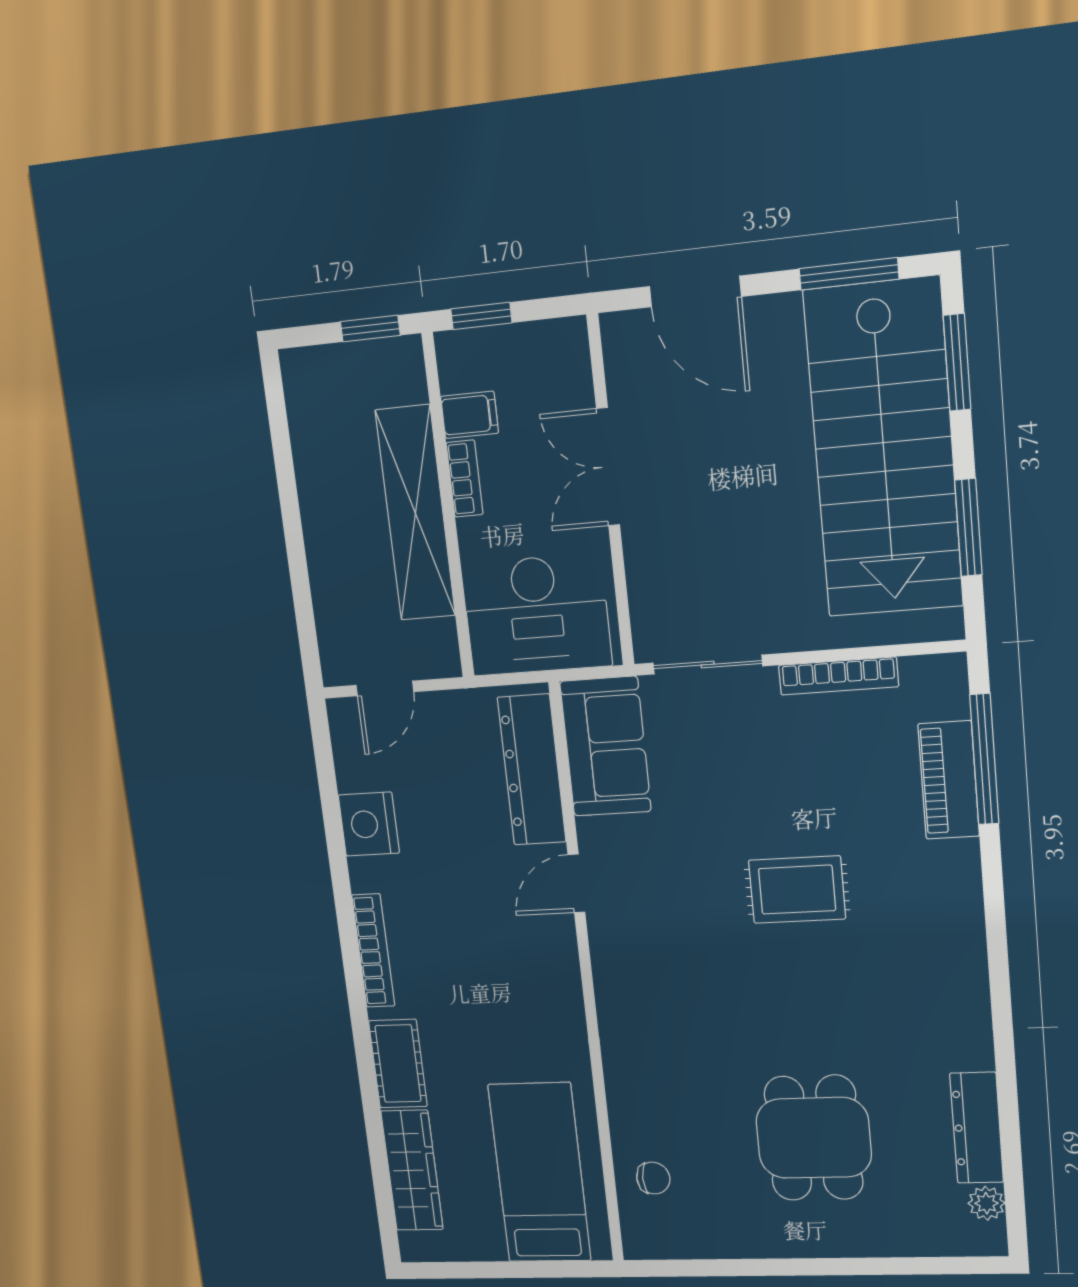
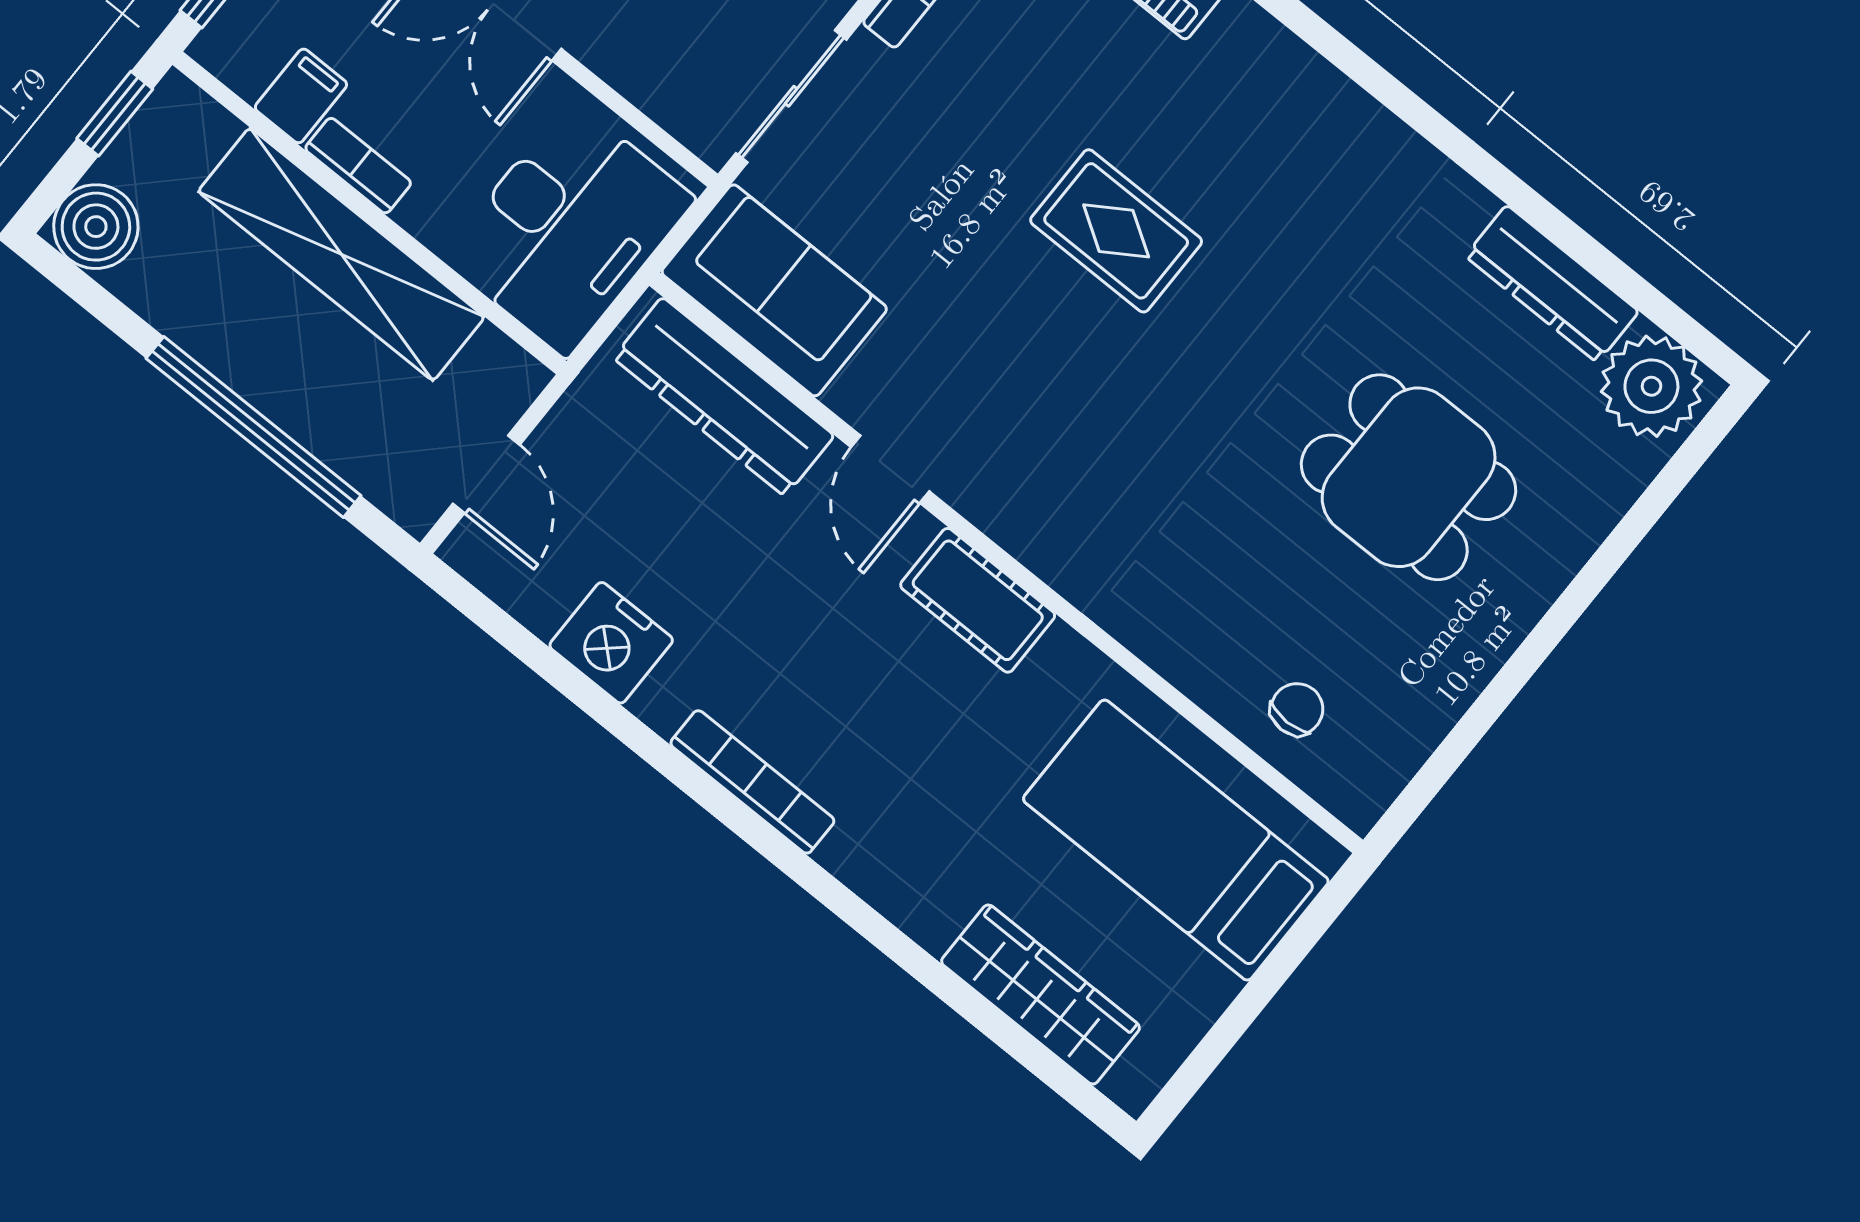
boiler: (310, 376) -> (96, 227), added
window: (296, 552) -> (254, 427), added
rug: (797, 890) -> (1116, 231), turned 90
cot: (398, 1064) -> (978, 600), moved
plant: (986, 1203) -> (1651, 386), width x1.88, depth x1.88

